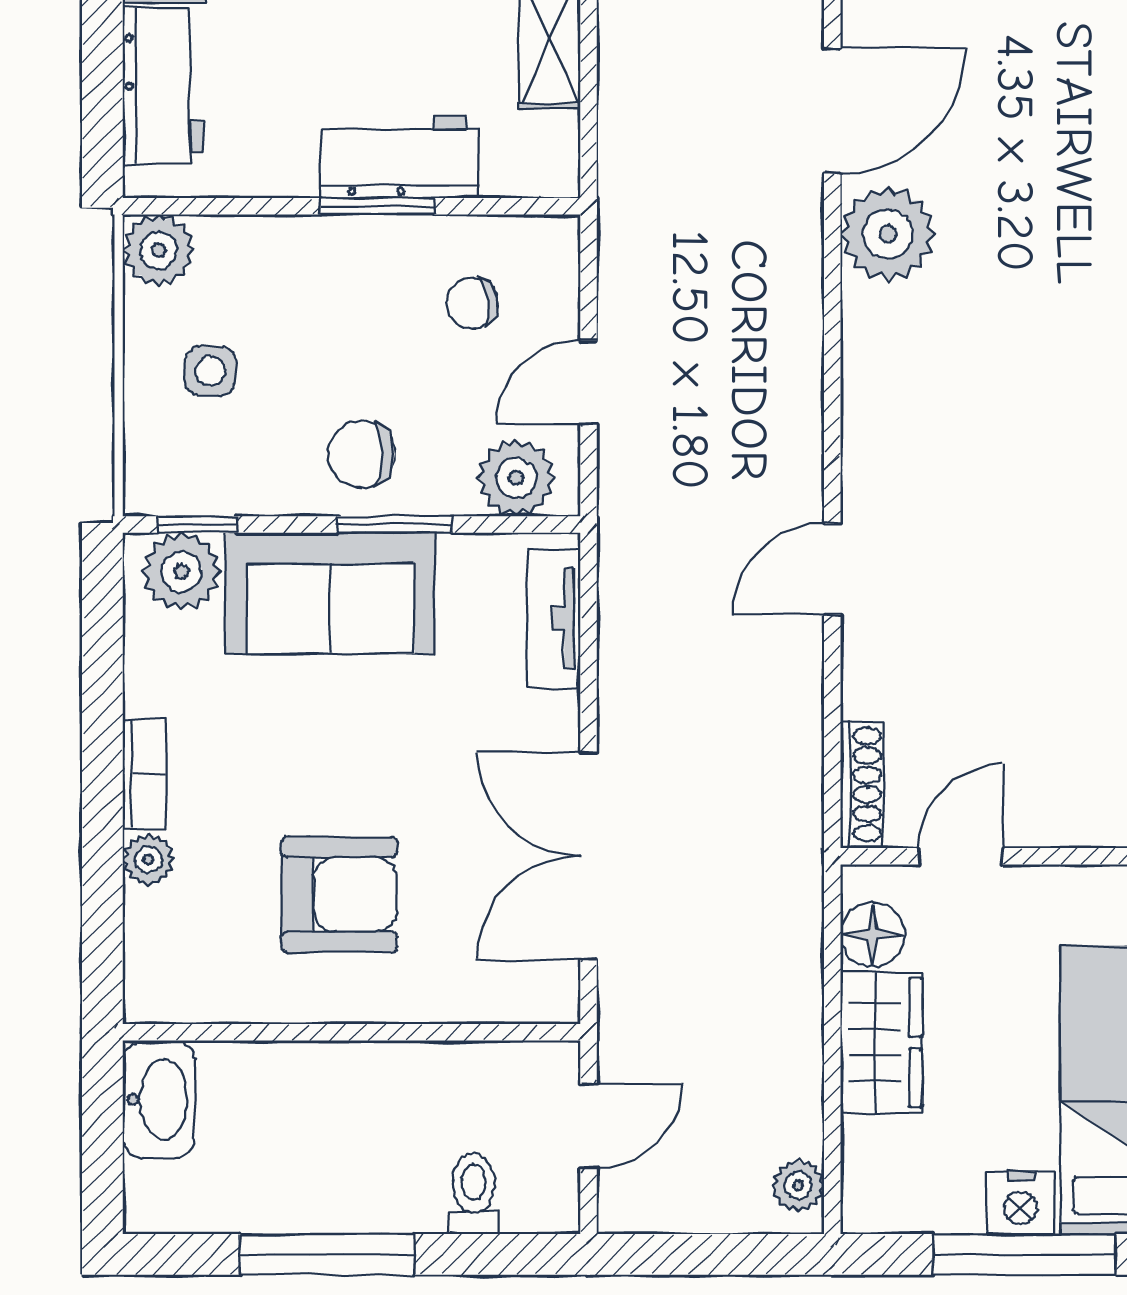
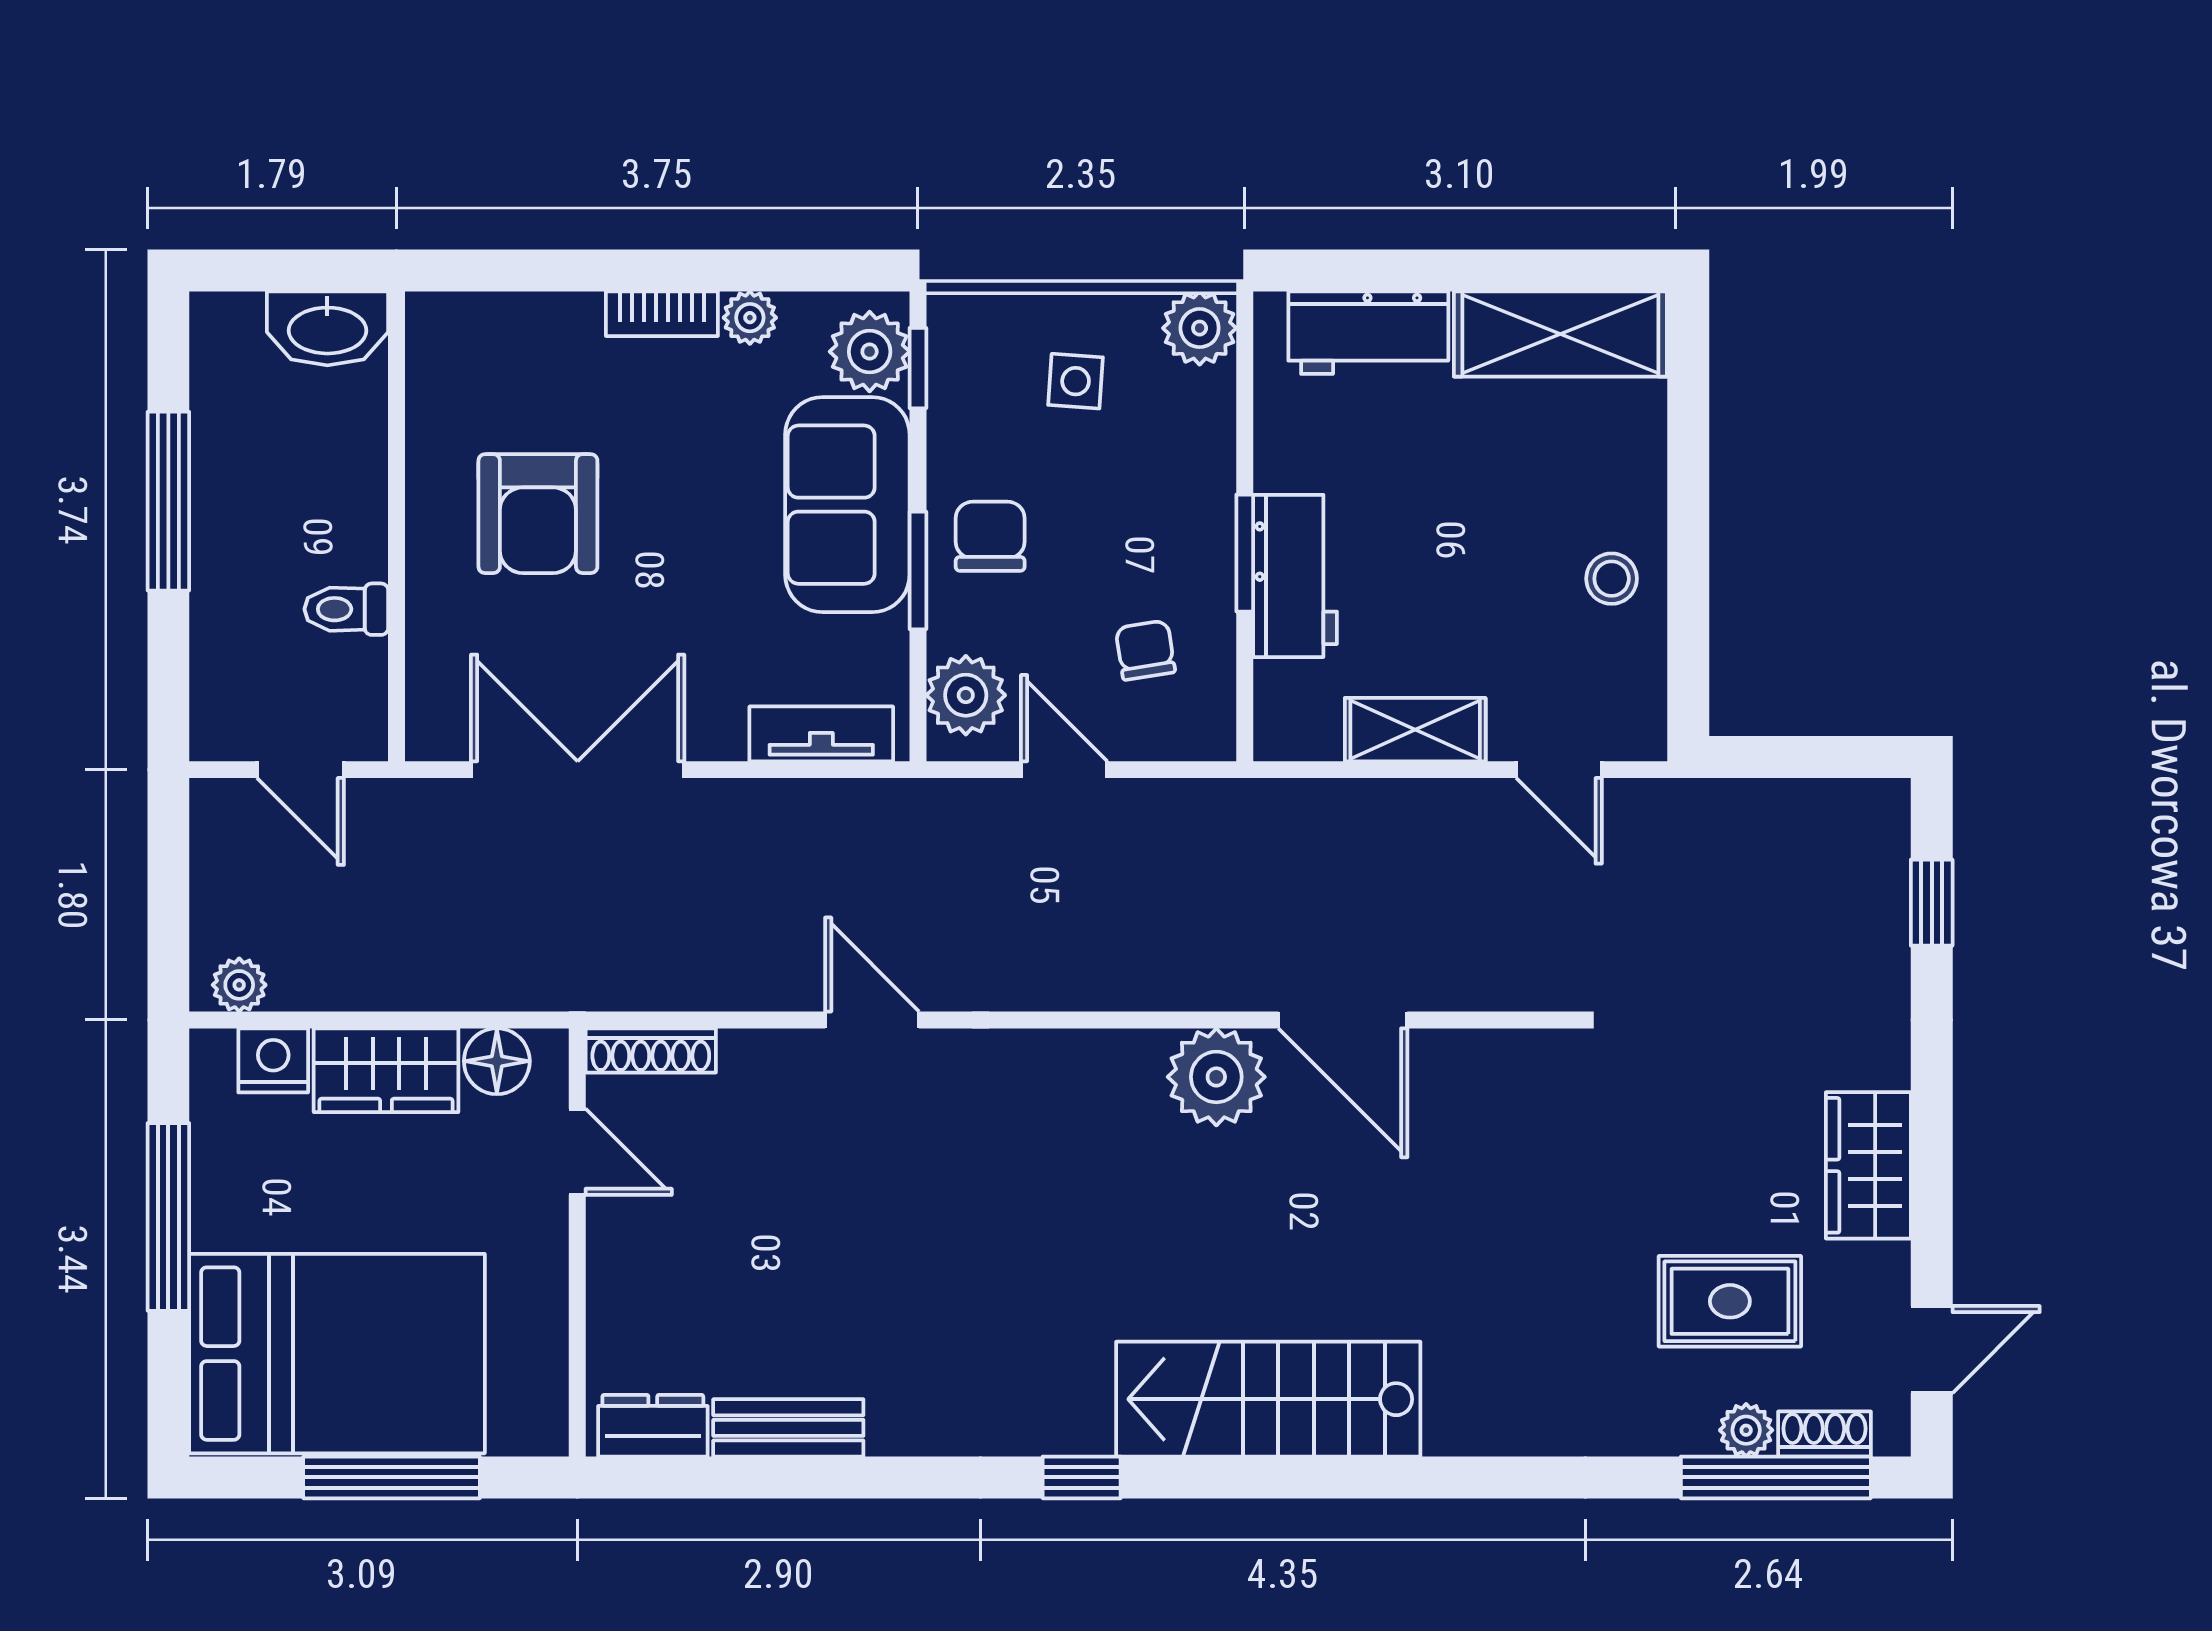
plant: (148, 860) -> (750, 318), moved
toilet: (474, 1193) -> (346, 609), moved, turned 180
nightstand: (1021, 1203) -> (273, 1060), moved, turned 90

